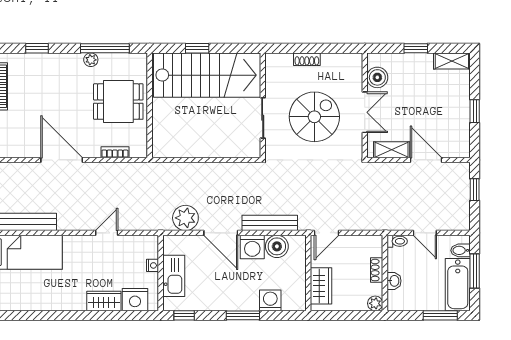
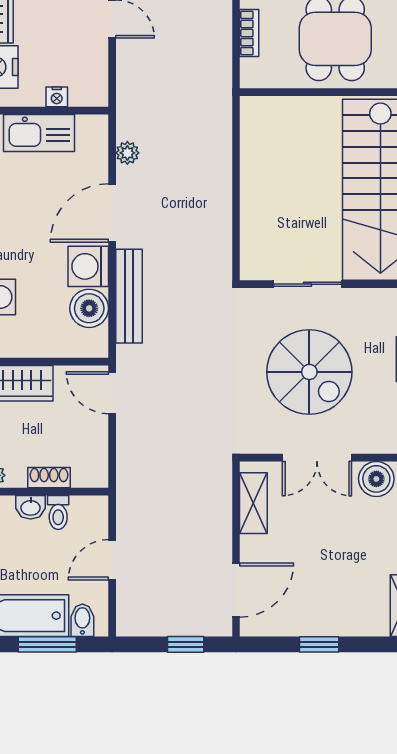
door: (426, 160) -> (236, 590), moved
plant: (185, 218) -> (127, 153), width x0.53, depth x0.53
toilet: (397, 241) -> (58, 513), moved

